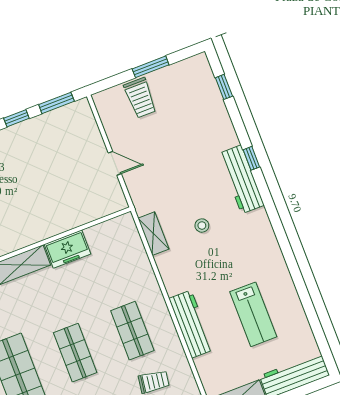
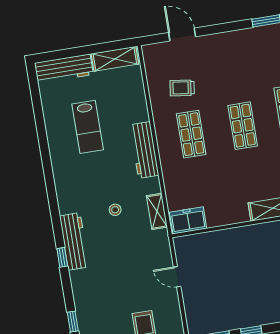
freezer: (68, 249) -> (188, 220), moved
lab bench: (253, 314) -> (88, 127), turned 180
workbench: (191, 324) -> (144, 150), moved

